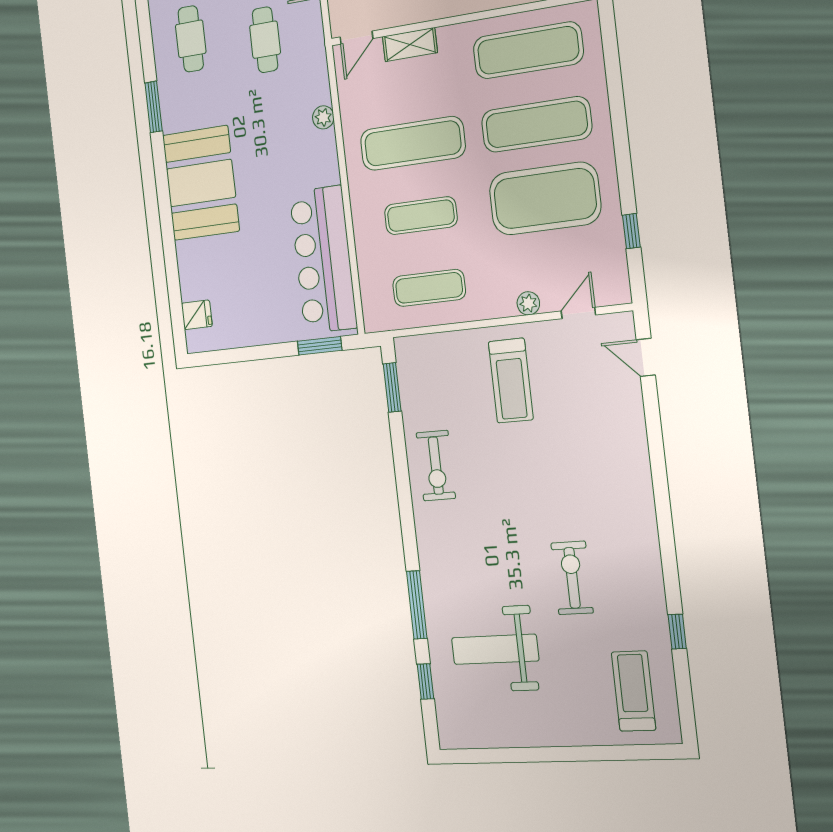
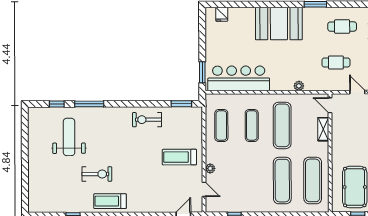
exercise mat: (545, 199) -> (252, 181), removed
treadmill: (633, 691) -> (110, 201), moved, turned 180

